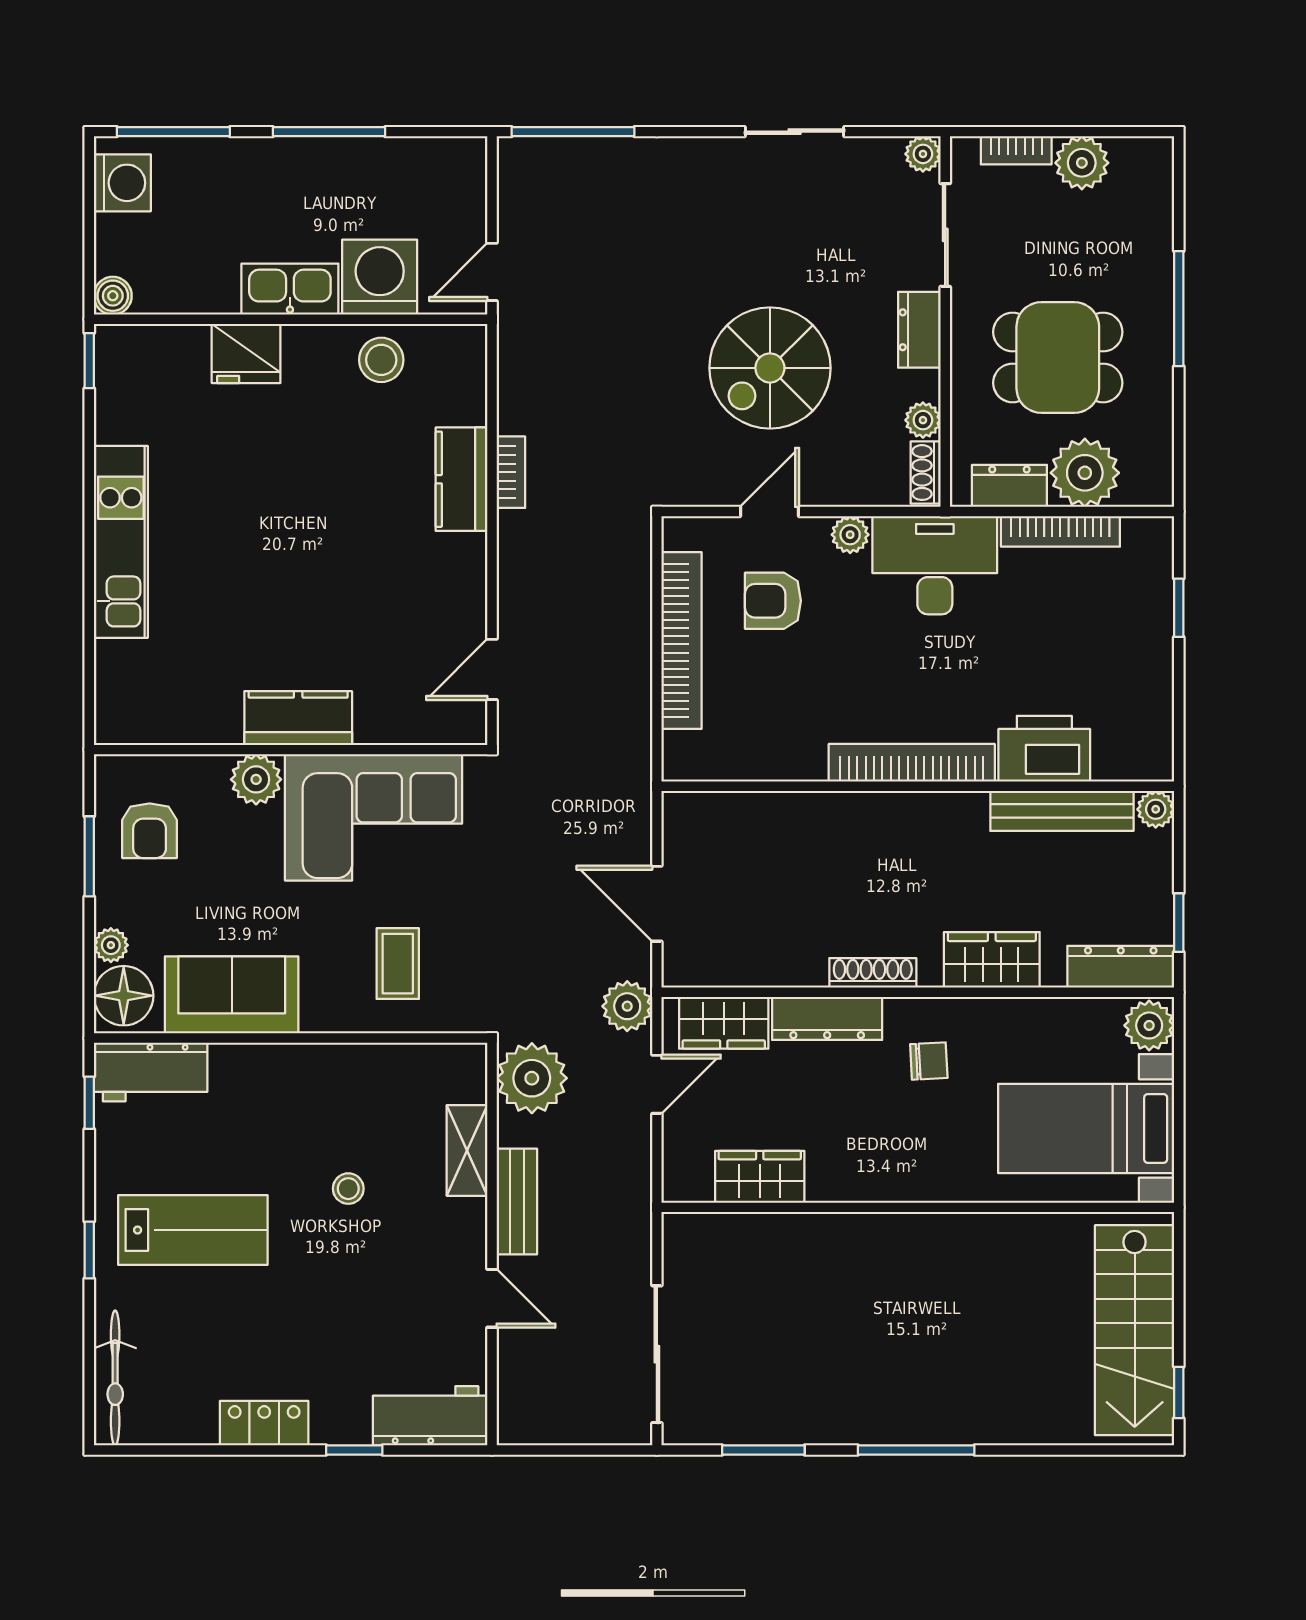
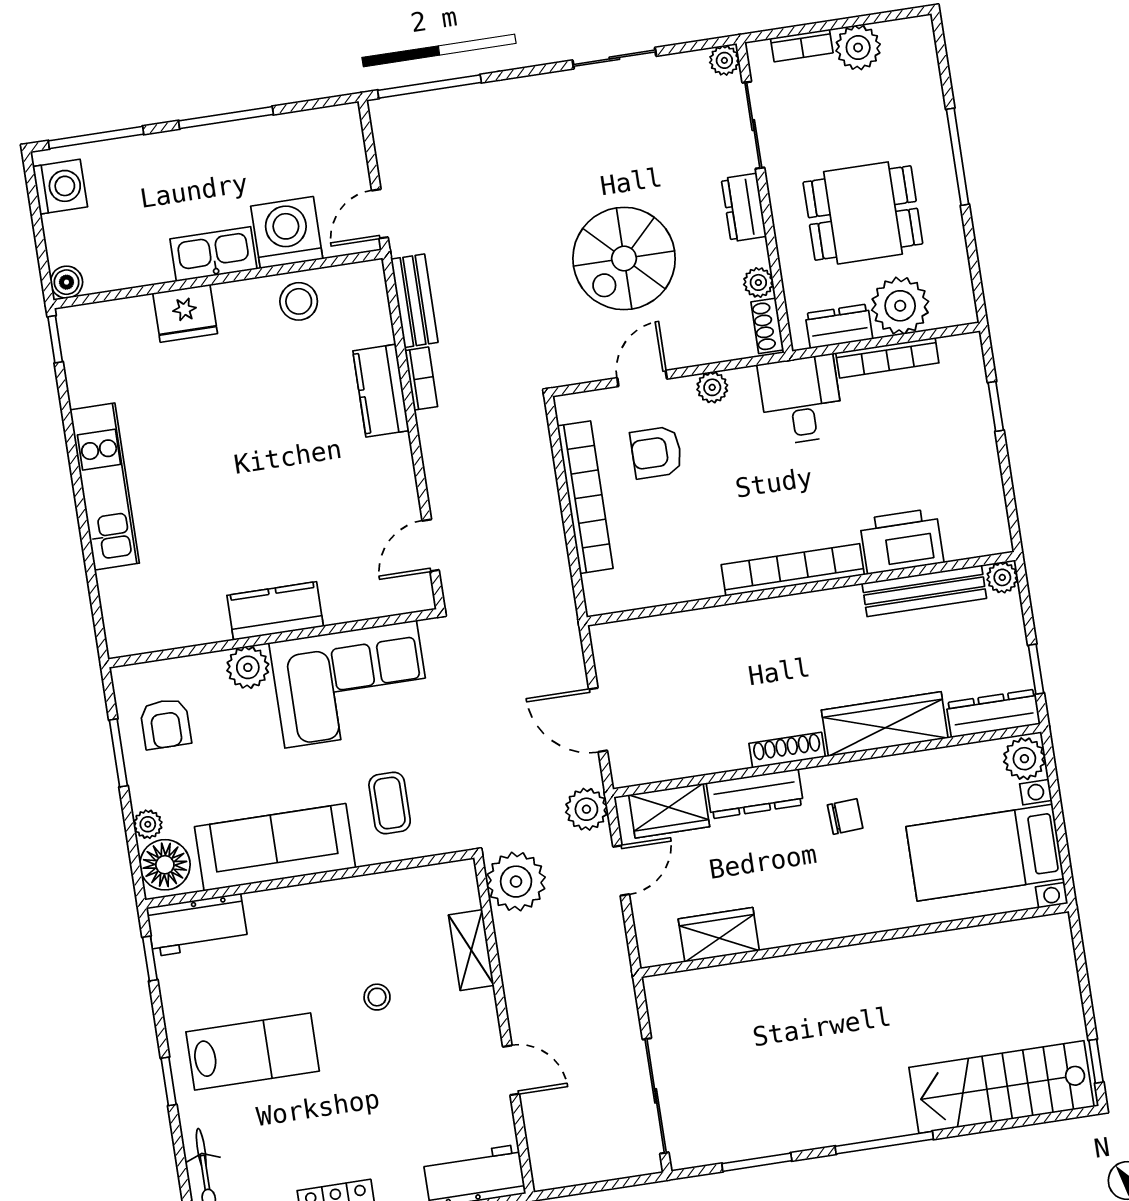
desk: (935, 565) -> (801, 400), width x0.73
wardrobe: (992, 960) -> (885, 724), width x1.50
sofa: (232, 995) -> (275, 847), width x1.36
bench: (517, 1202) -> (414, 301), moved
stairs: (1135, 1330) -> (1001, 1087), moved, turned 90

